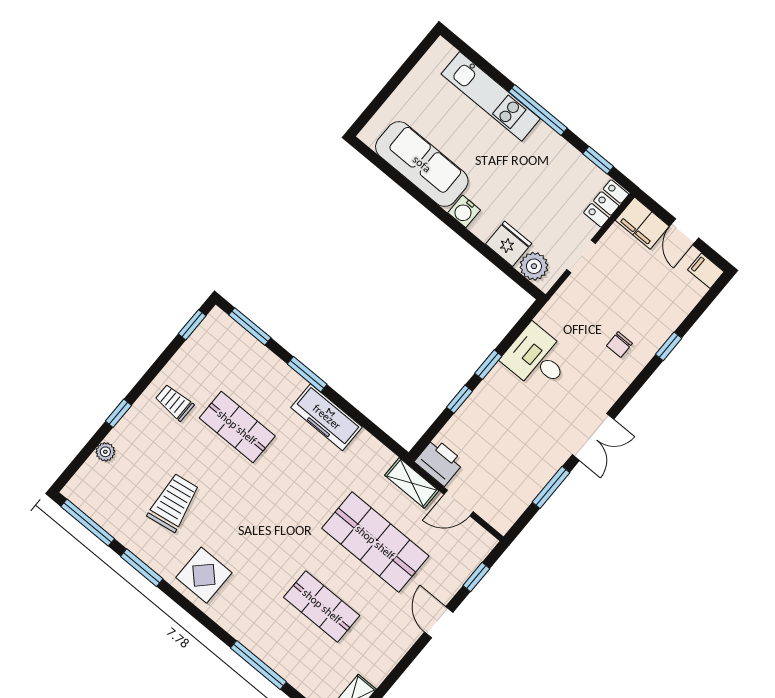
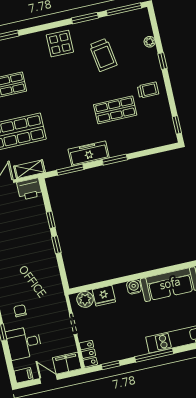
window: (250, 326) -> (70, 170), moved
desk: (537, 358) -> (24, 343), moved, turned 180

